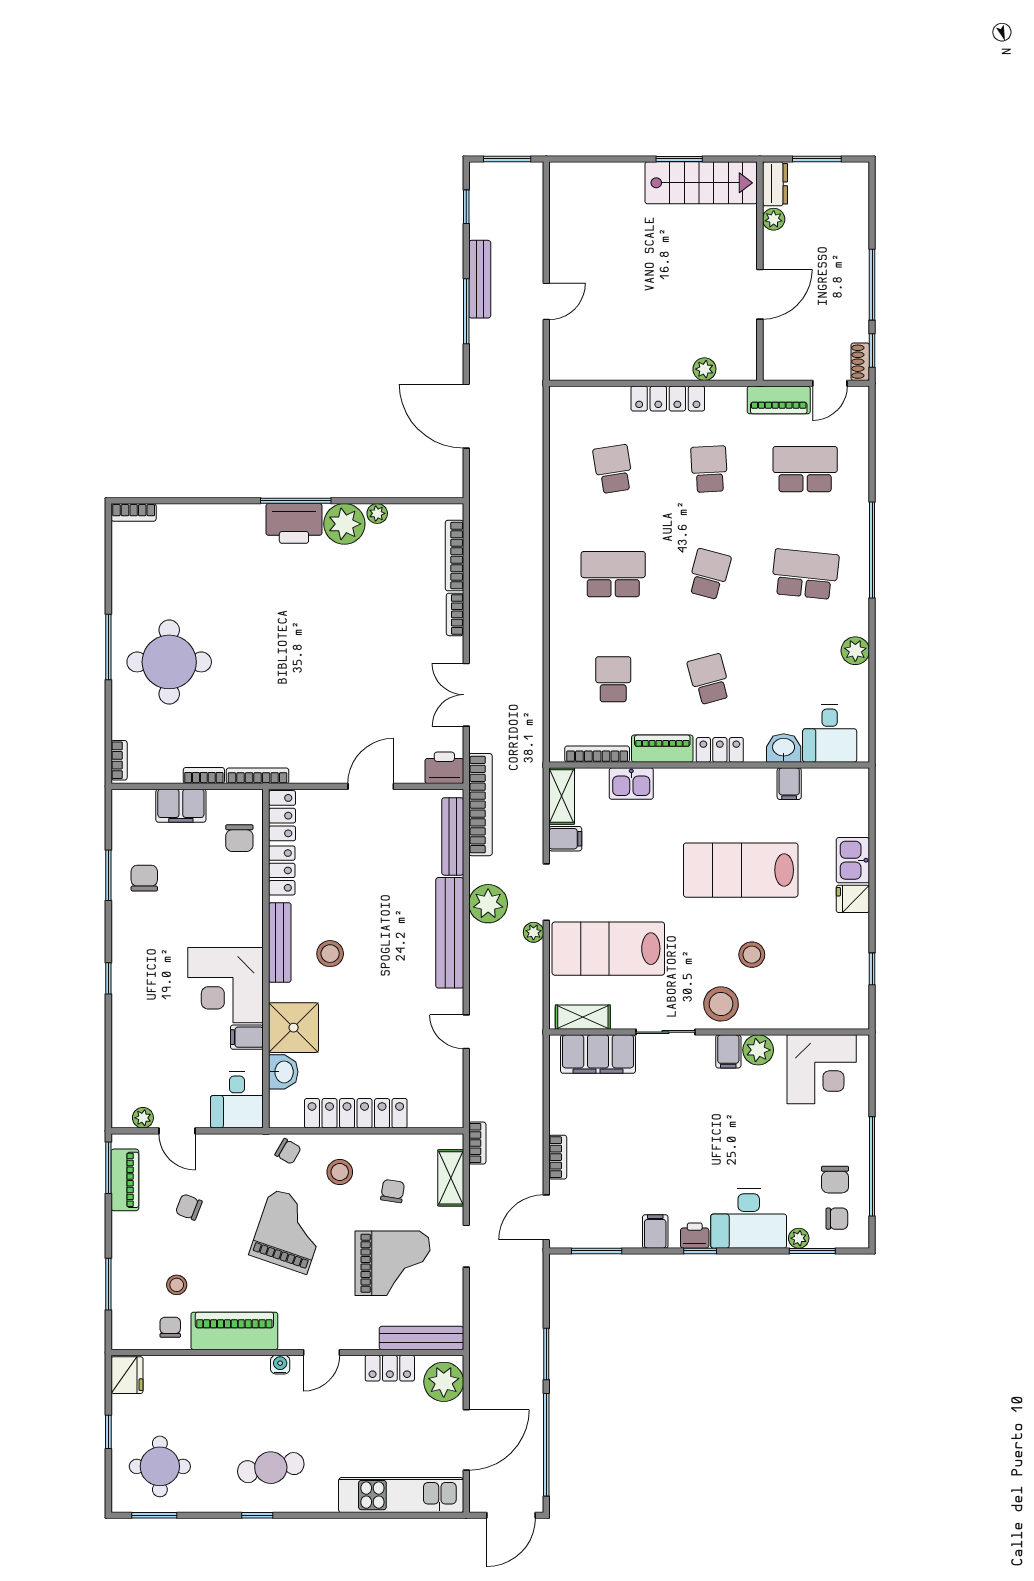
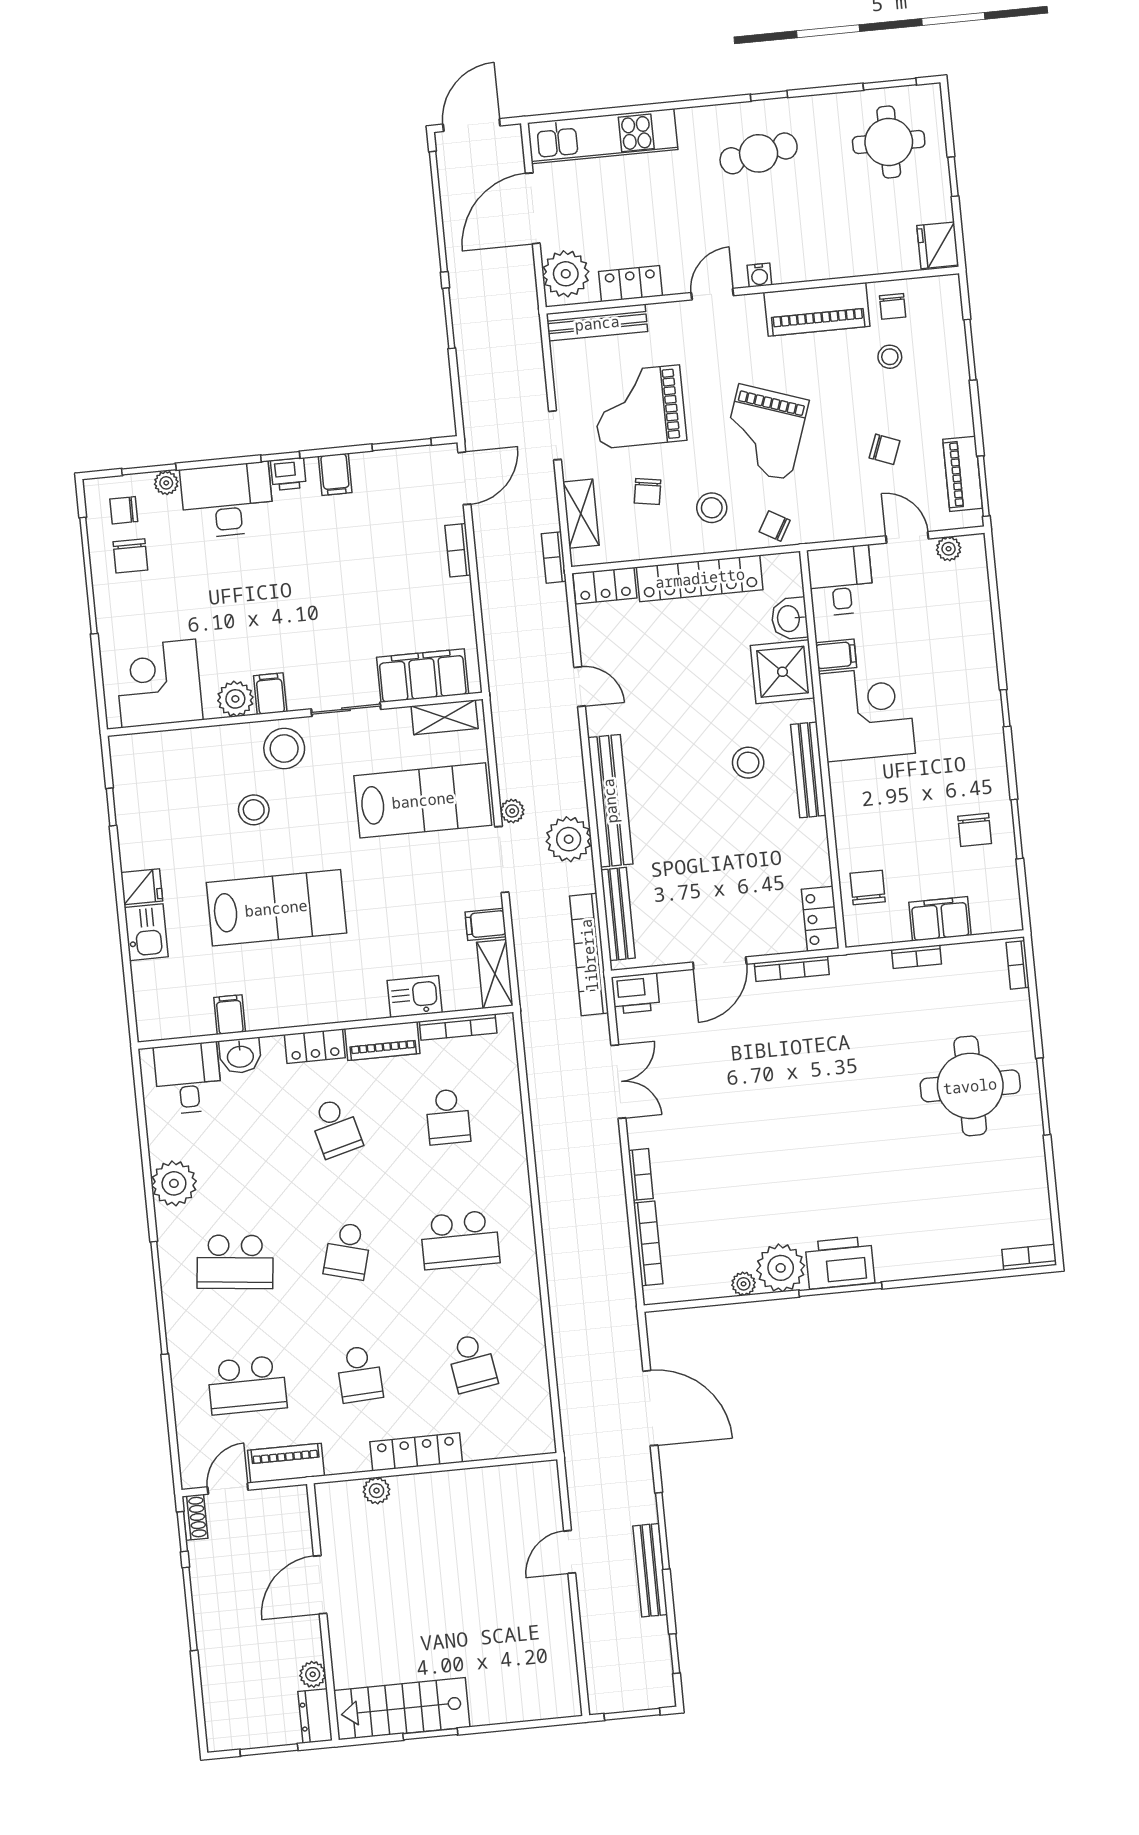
plant: (855, 651) -> (174, 1183), width x1.36, depth x1.36
bookcase: (258, 776) -> (792, 969), moved
locker: (282, 870) -> (605, 586), moved, turned -90
chair: (835, 1180) -> (130, 556), turned 180

